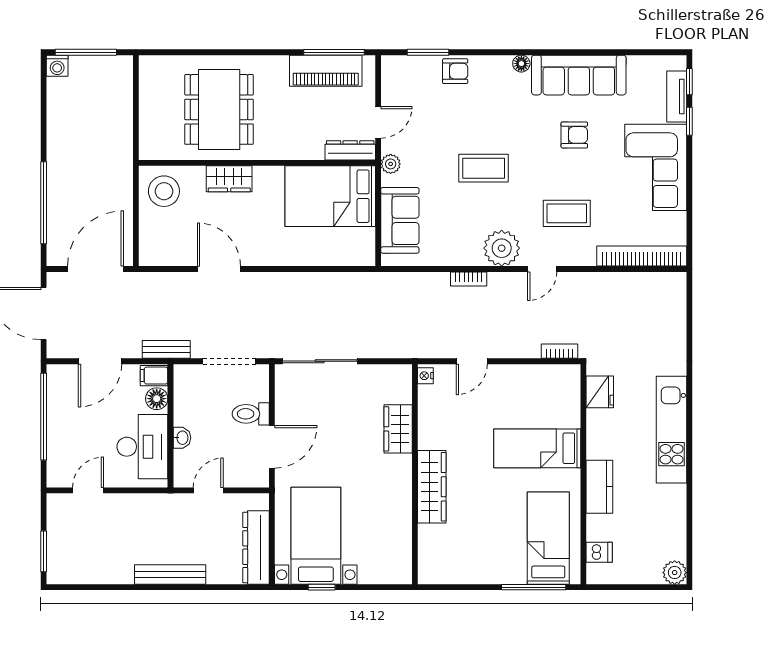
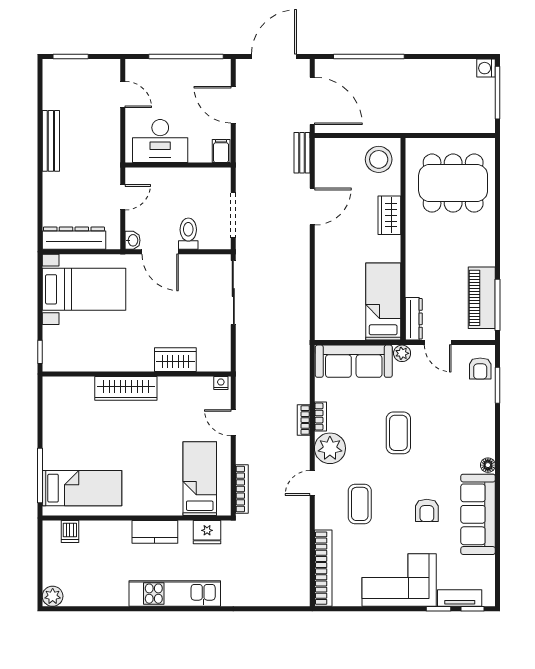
armchair: (455, 71) -> (480, 368), moved
dining table: (219, 109) -> (453, 183), moved
bed: (330, 196) -> (383, 302), width x0.67
sofa: (400, 220) -> (354, 361), width x1.36
bookcase: (465, 259) -> (320, 417), added
door: (542, 269) -> (312, 483), hinge flipped
bench: (166, 349) -> (302, 153), moved
bookcase: (559, 351) -> (242, 489), width x1.56
floor lamp: (157, 399) -> (201, 153), removed
washbasin: (182, 438) -> (133, 240), moved, turned -90
bed: (537, 448) -> (200, 479), moved
kitchen counter: (599, 487) -> (155, 532), moved
door: (208, 490) -> (123, 197), hinge flipped
bench: (170, 574) -> (51, 141), moved
window: (322, 587) -> (40, 352), moved

